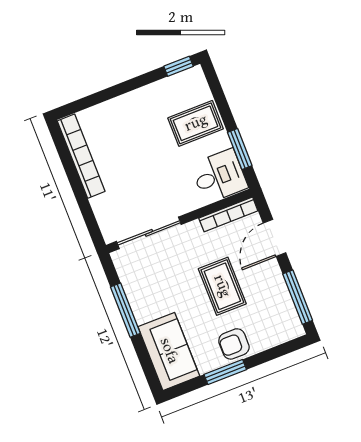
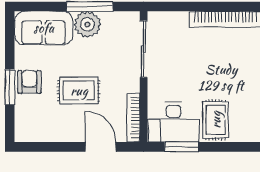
desk: (219, 176) -> (173, 122), width x1.37
window: (298, 297) -> (47, 147), removed
plant: (146, 305) -> (87, 24), added
window: (225, 372) -> (10, 87), moved

